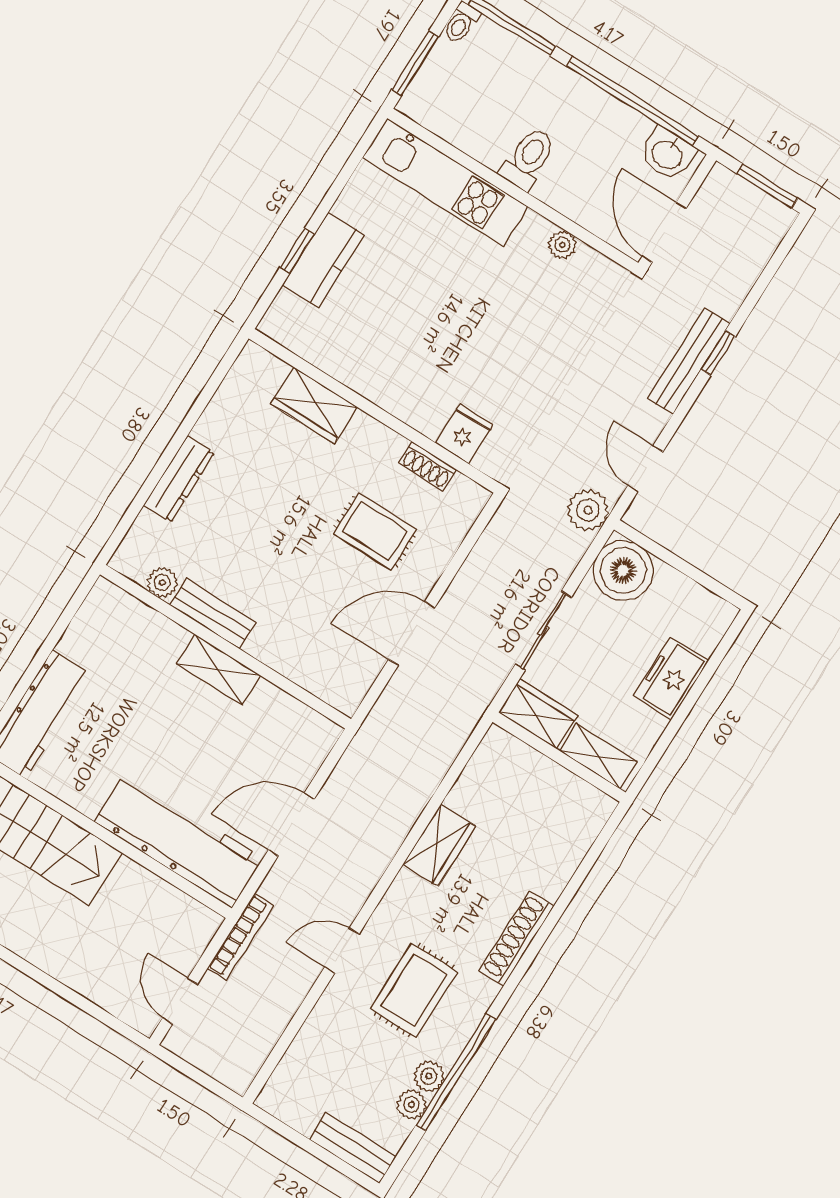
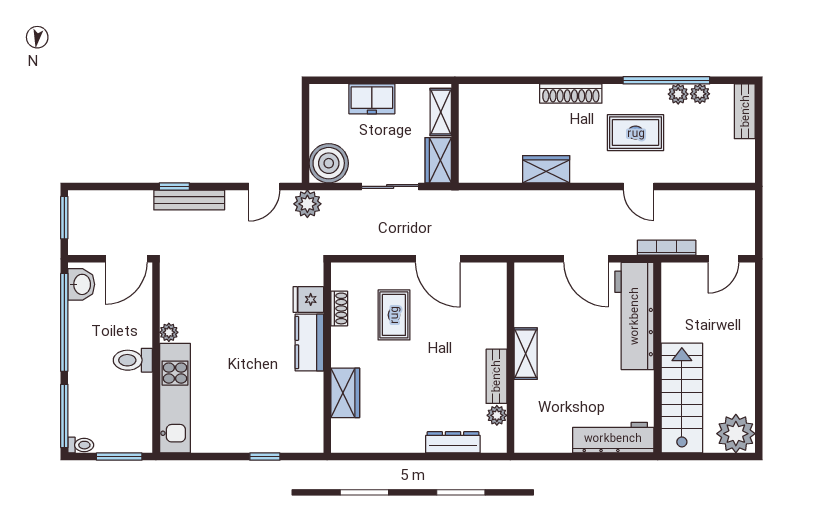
plant: (562, 245) -> (169, 332), moved
kitchen counter: (323, 260) -> (309, 343), moved, turned -90
dresser: (179, 479) -> (453, 442), moved

